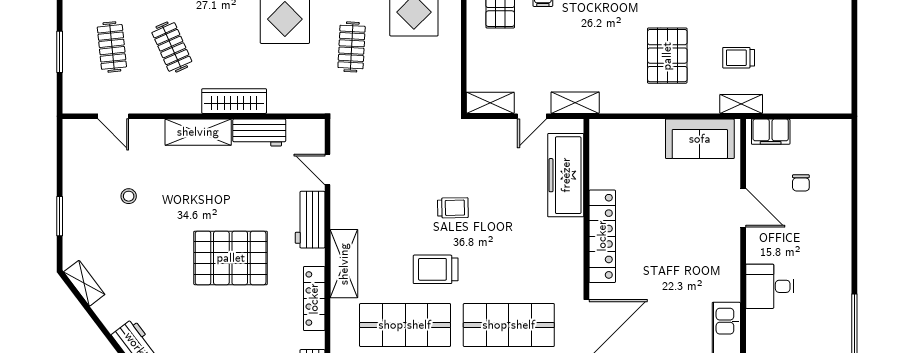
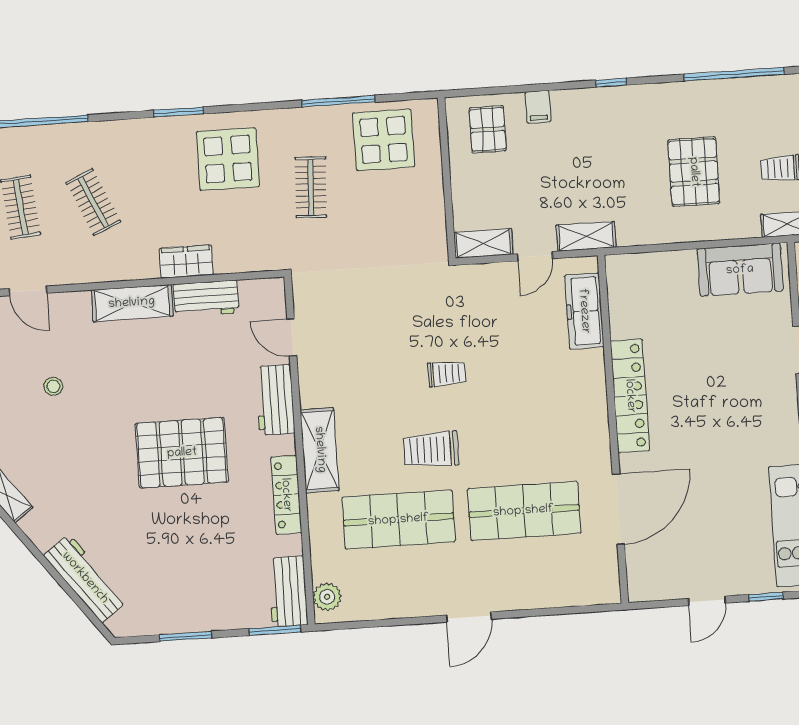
wardrobe: (234, 101) -> (186, 262), width x0.67
freezer: (566, 175) -> (584, 311), width x0.73, depth x0.79

